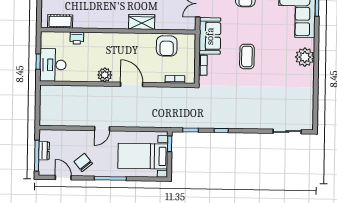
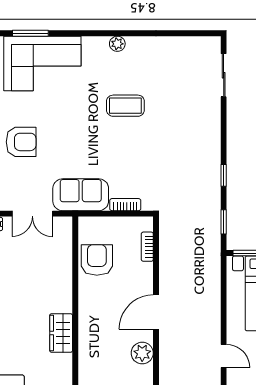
wardrobe: (142, 22) -> (61, 333), moved
armchair: (167, 46) -> (97, 260), turned -90
coffee table: (247, 56) -> (125, 106), moved
plant: (305, 57) -> (117, 44), width x0.53, depth x0.53

